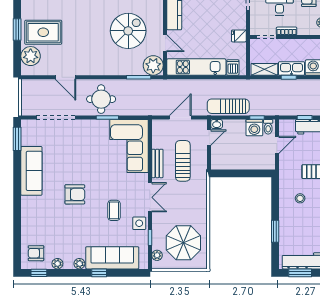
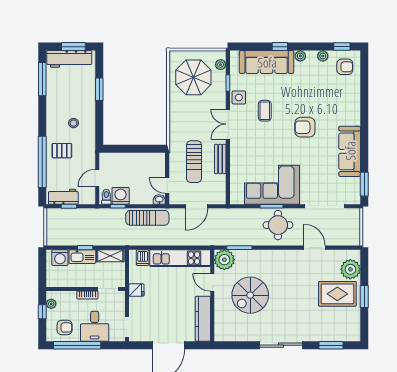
door: (209, 138) -> (167, 186), hinge flipped
corner sofa: (129, 146) -> (272, 185), moved, turned -90

